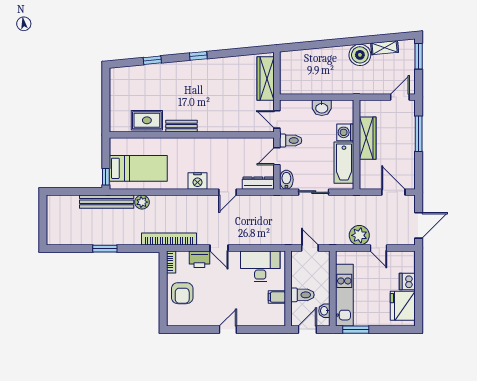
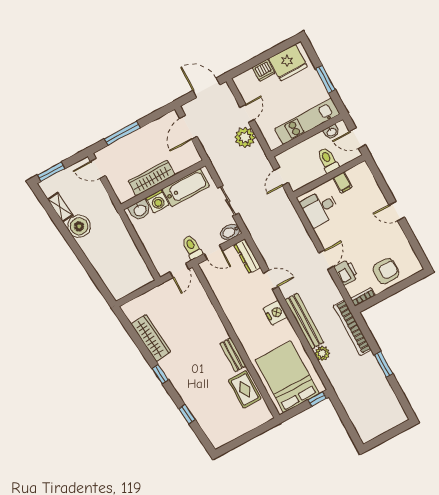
wardrobe: (266, 78) -> (151, 338), moved, turned -95
washbasin: (322, 108) -> (140, 210), moved, turned 90
bed: (138, 168) -> (287, 377), width x1.50
bench: (107, 202) -> (304, 321), moved
bookcase: (169, 239) -> (352, 328), moved
desk: (260, 266) -> (320, 208), width x0.73
window: (356, 330) -> (326, 79), moved

